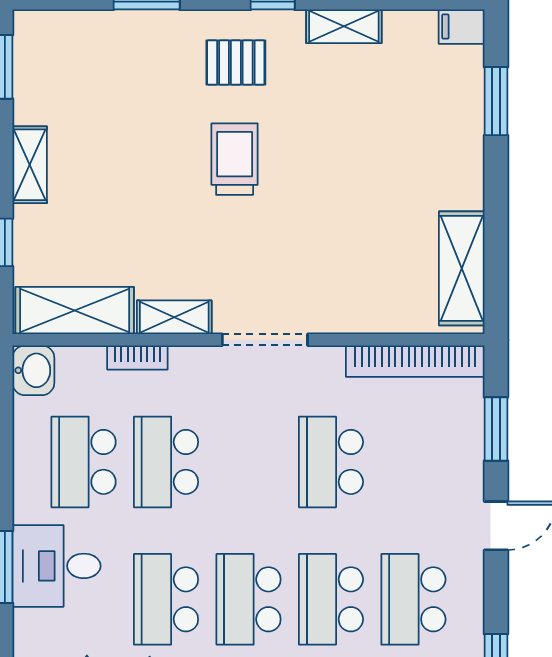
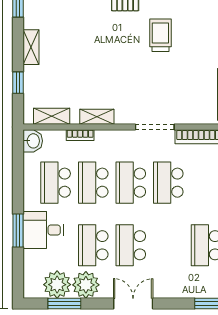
trolley: (235, 159) -> (160, 35), moved
shelving: (75, 310) -> (52, 116), width x0.67, depth x0.75
doorway: (265, 340) -> (155, 127), moved
school desk: (331, 599) -> (131, 183), moved

